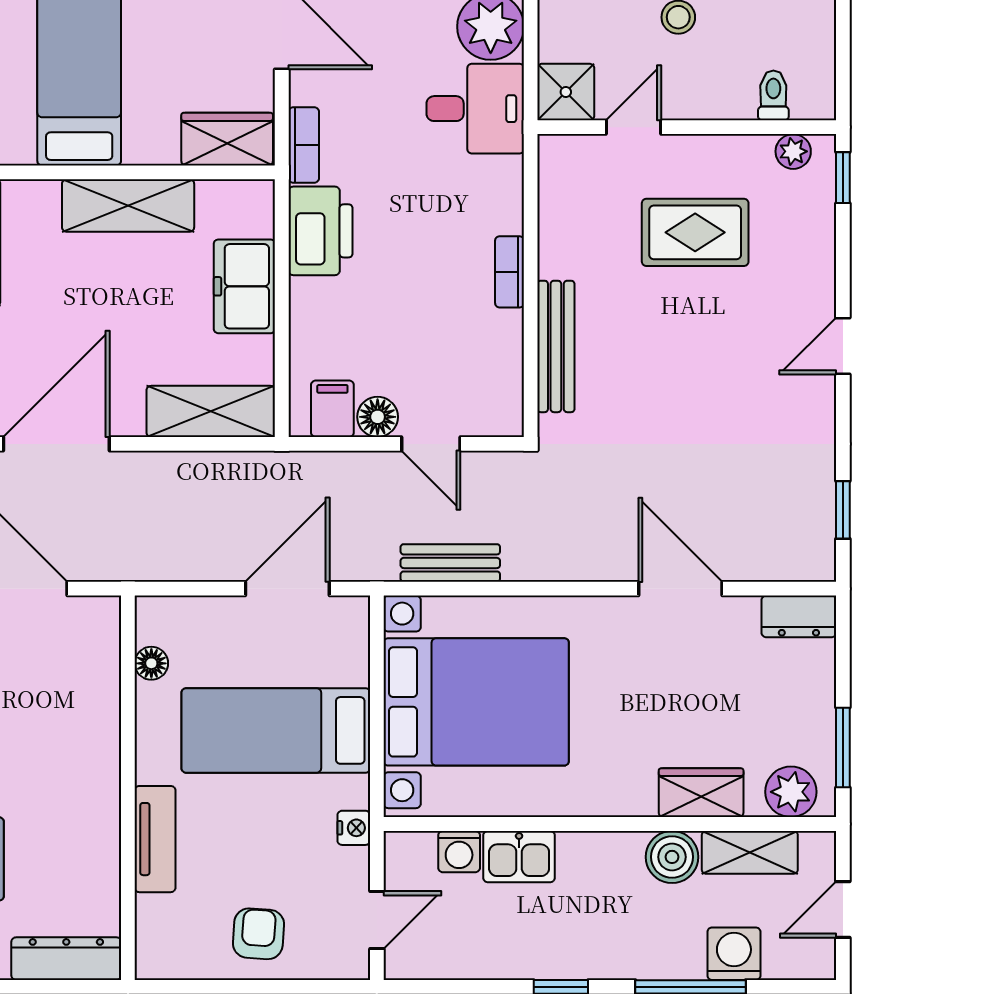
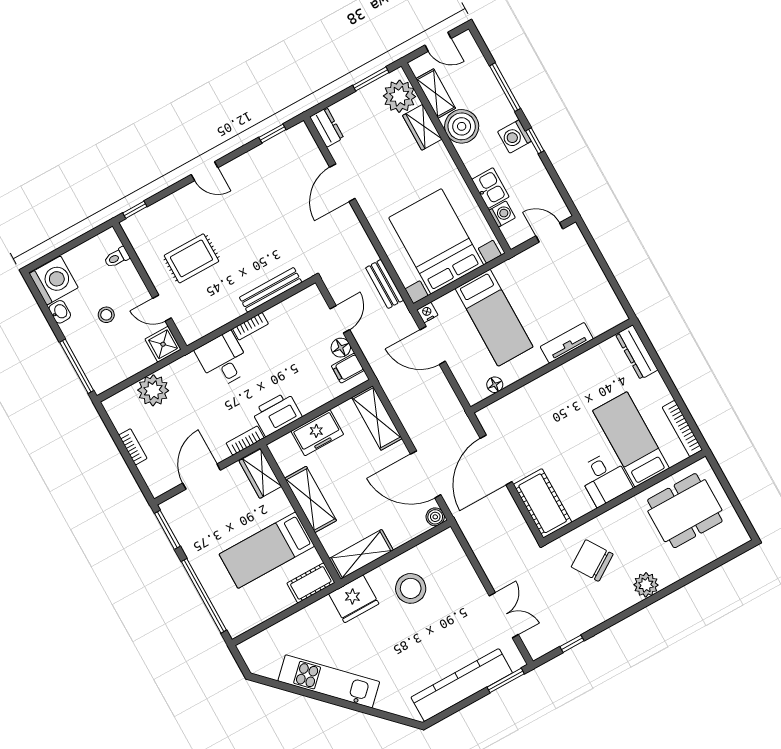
desk: (475, 109) -> (223, 360), moved
plant: (793, 151) -> (135, 236), removed
rug: (695, 232) -> (191, 258), turned 90
plant: (791, 792) -> (399, 96), width x1.36, depth x1.36
nightstand: (354, 828) -> (427, 312), moved
boiler: (672, 857) -> (462, 126), width x1.37, depth x1.37
armchair: (258, 934) -> (582, 278), removed
washing machine: (734, 954) -> (514, 136), moved

